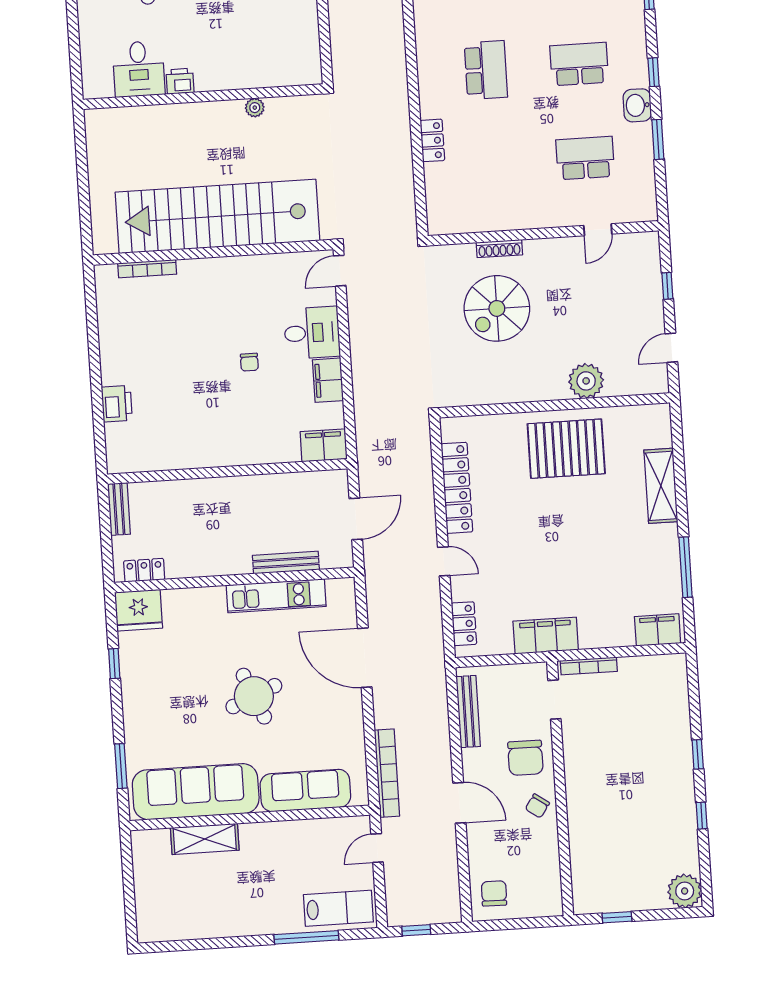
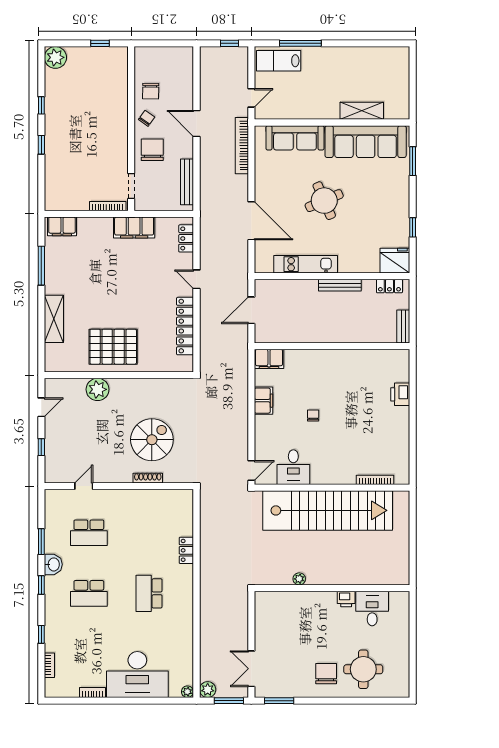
desk: (312, 333) -> (293, 467), moved, turned -90
bench: (286, 563) -> (340, 285), moved
chair: (494, 893) -> (151, 91), moved

